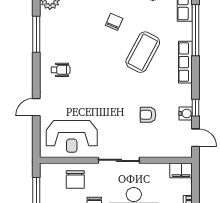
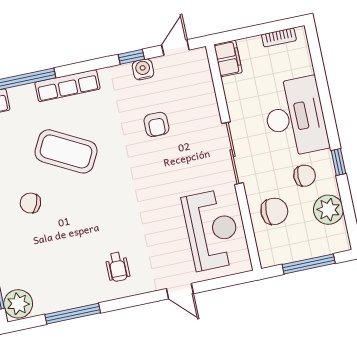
wheelchair: (61, 70) -> (118, 267), turned 180

